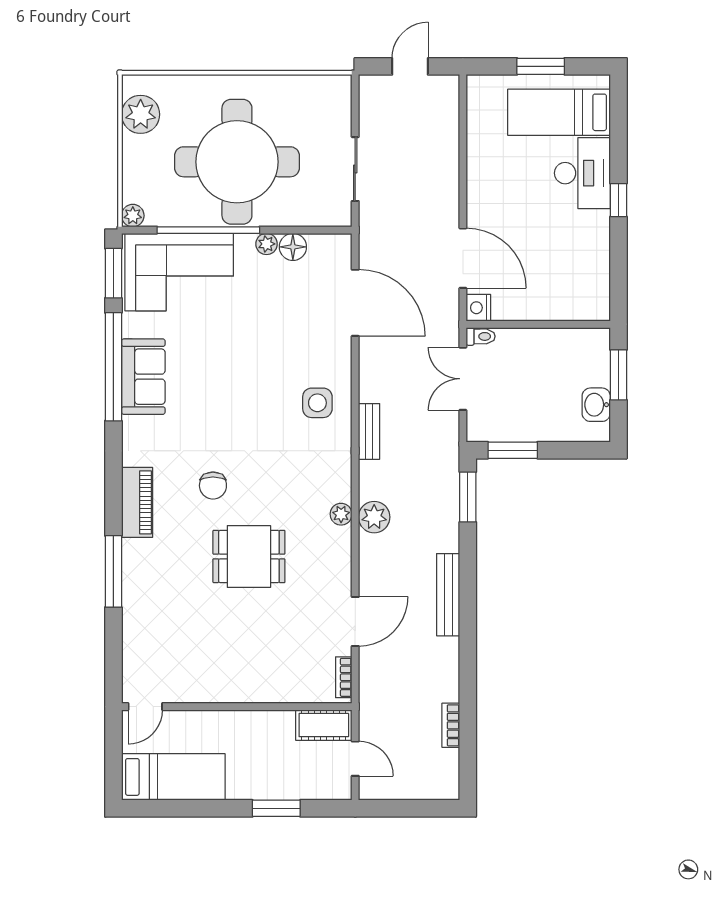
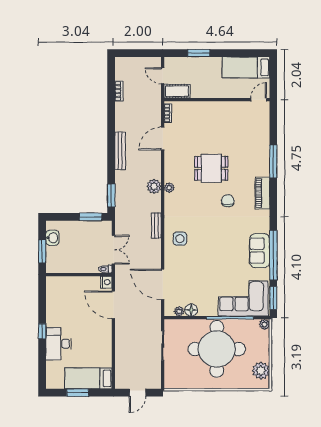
bed: (559, 112) -> (88, 378), moved, turned 180
plant: (267, 244) -> (179, 311), moved

